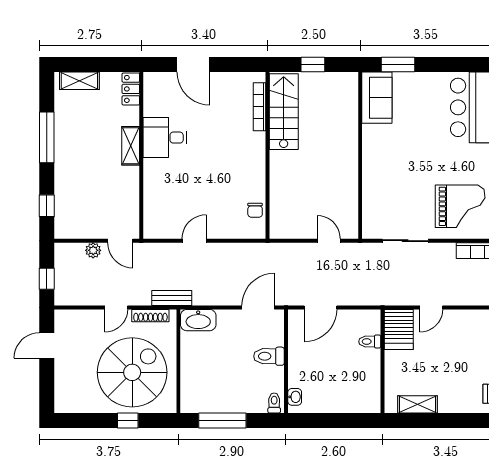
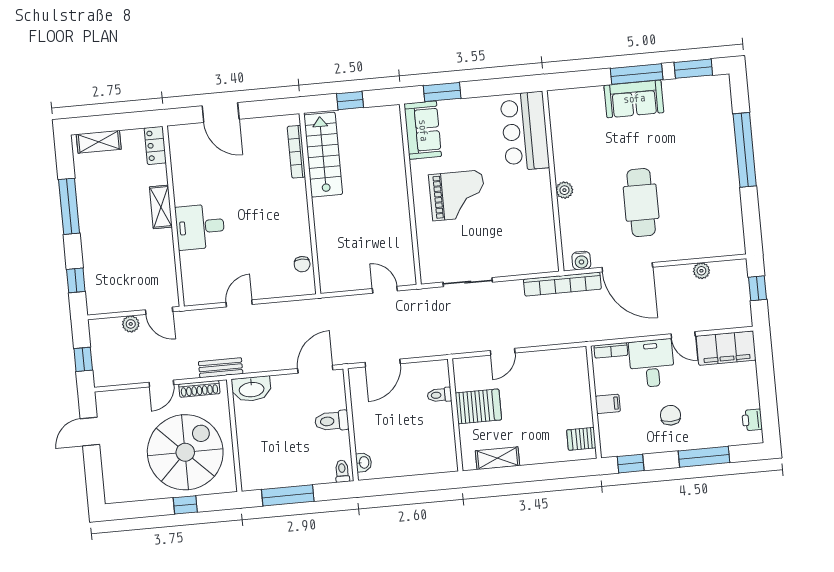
desk: (165, 138) -> (200, 227), moved
grand piano: (460, 206) -> (457, 195), moved
server rack: (399, 329) -> (478, 406), moved, turned -90

